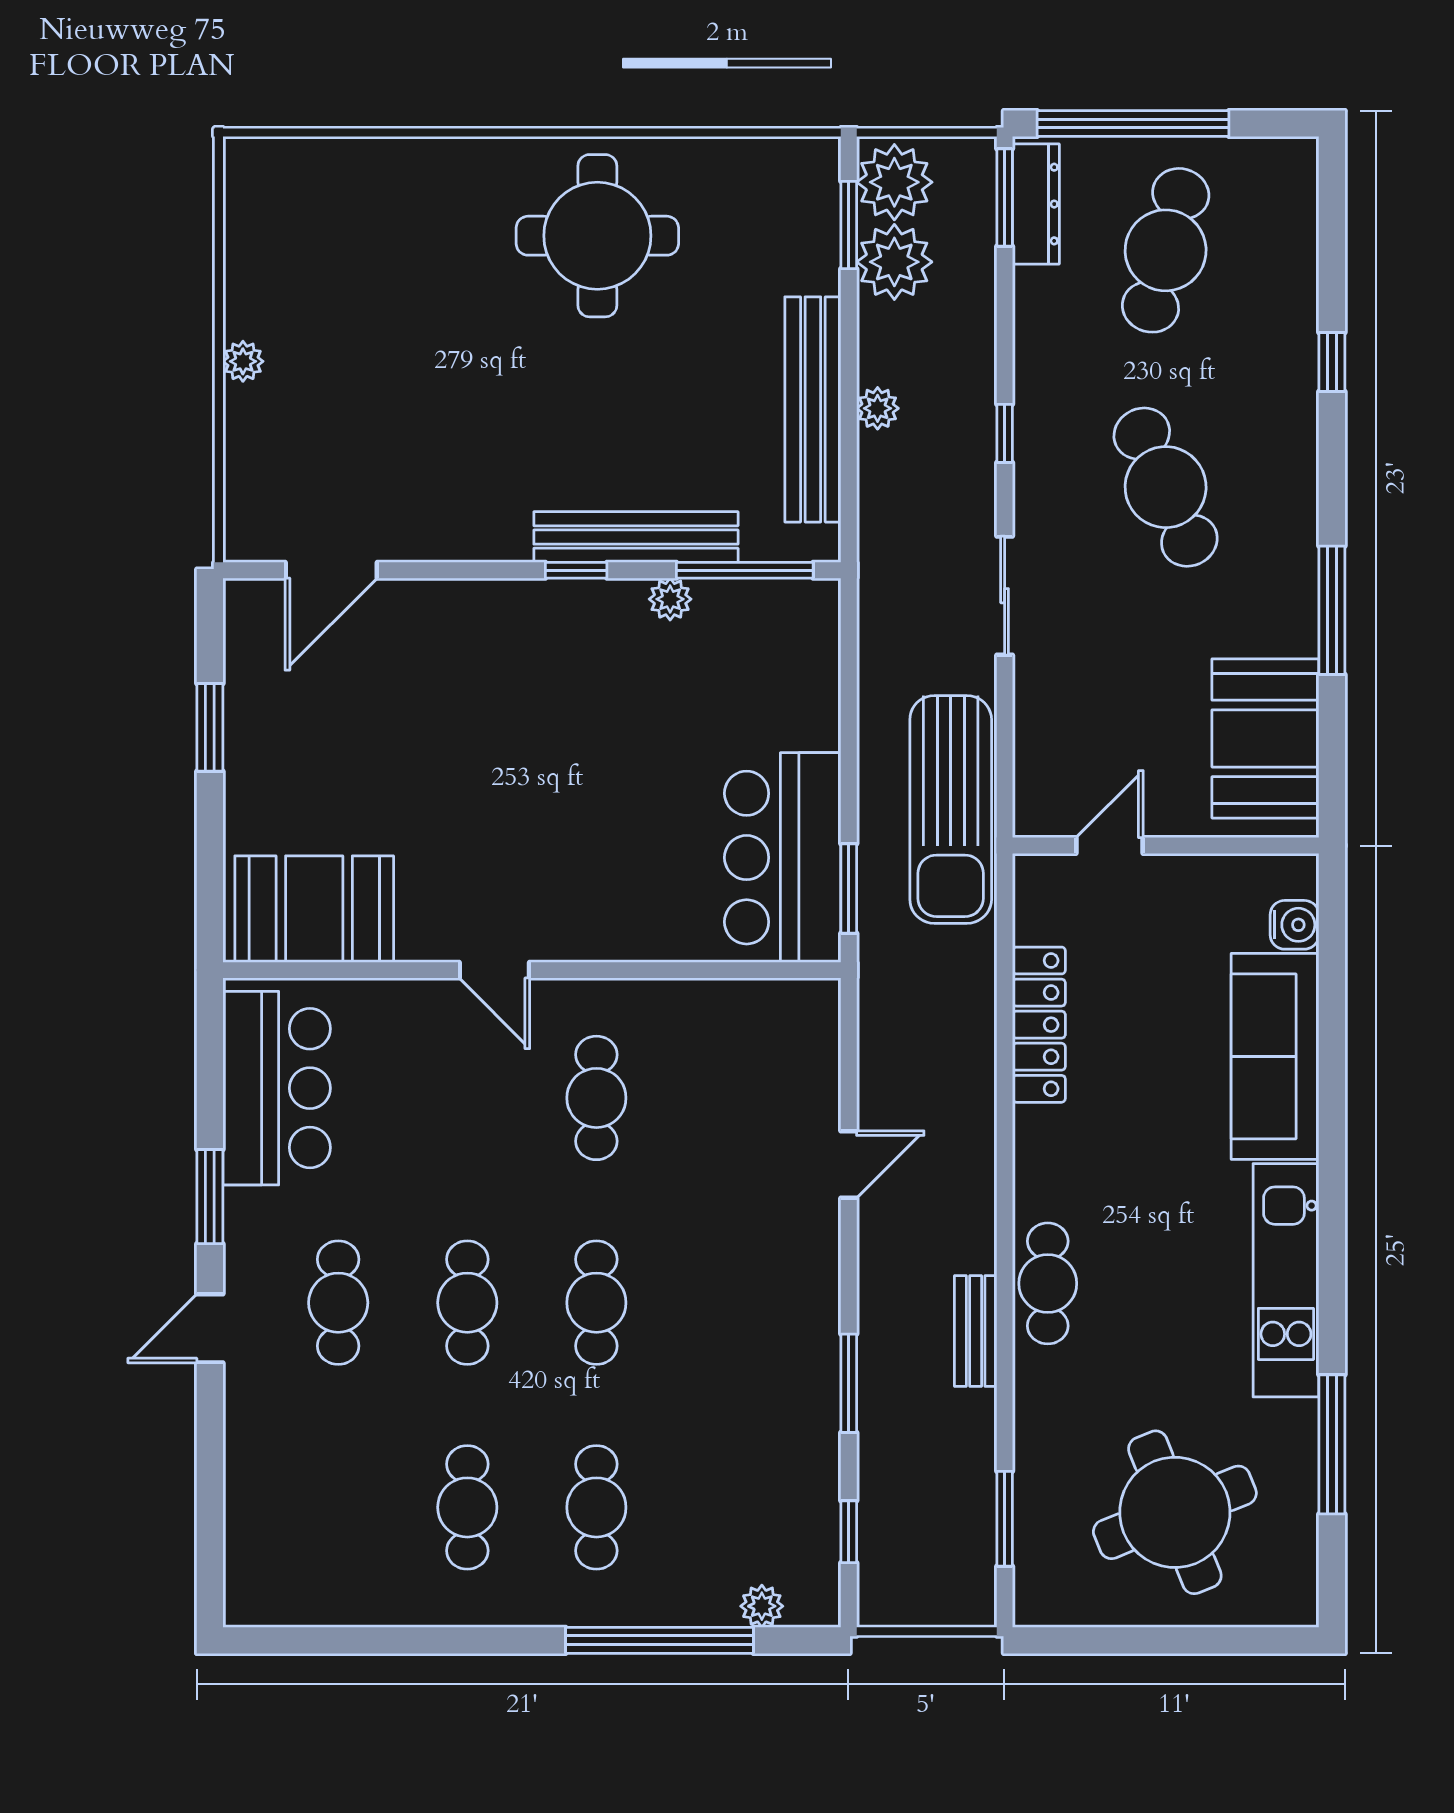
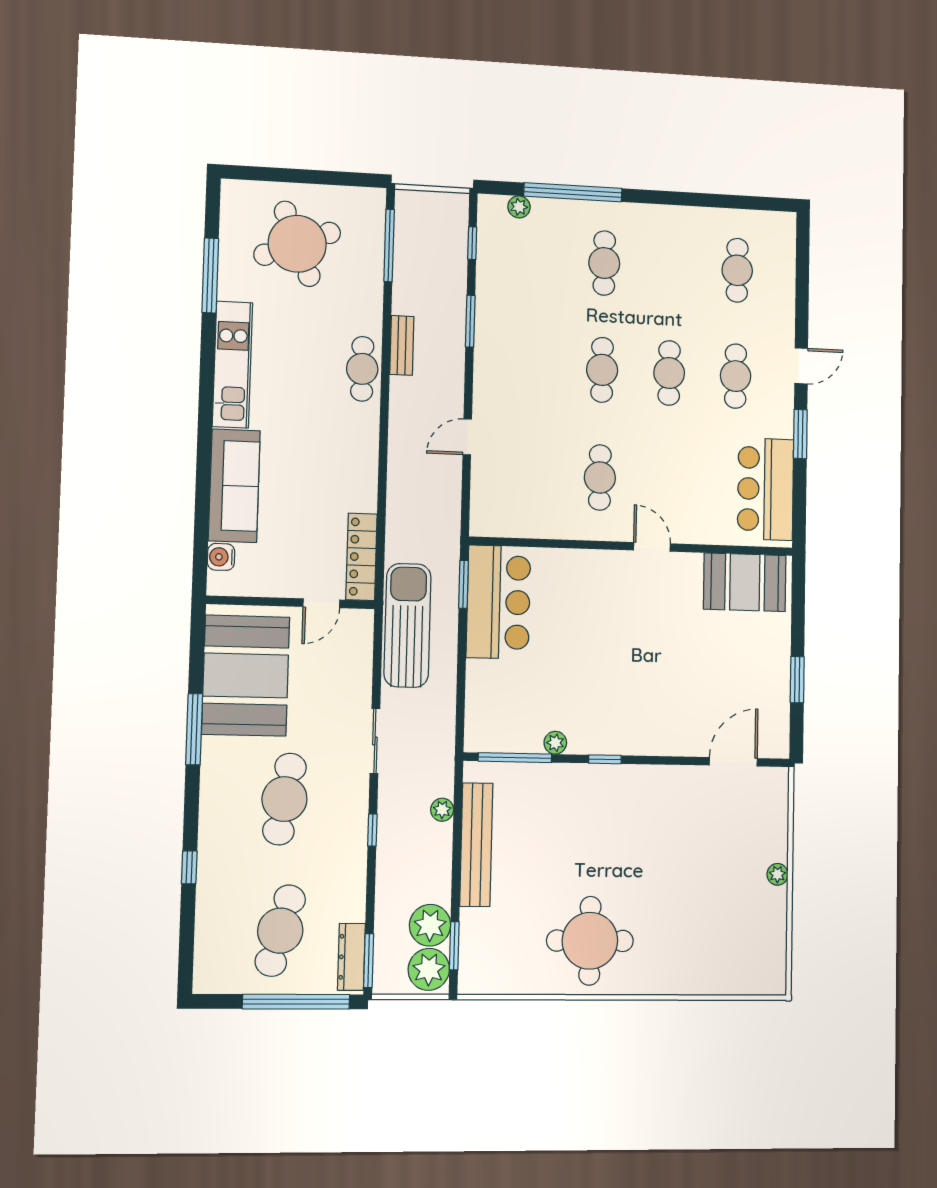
plant: (878, 408) -> (442, 810), moved
cafe table: (1166, 487) -> (284, 799), turned 33
bench: (636, 537) -> (573, 777), removed
booth: (1265, 738) -> (246, 676), width x1.36, depth x1.42
locker: (1039, 1025) -> (361, 557), moved
cafe table: (467, 1507) -> (737, 270), moved
window: (1005, 1519) -> (389, 245), width x1.44

